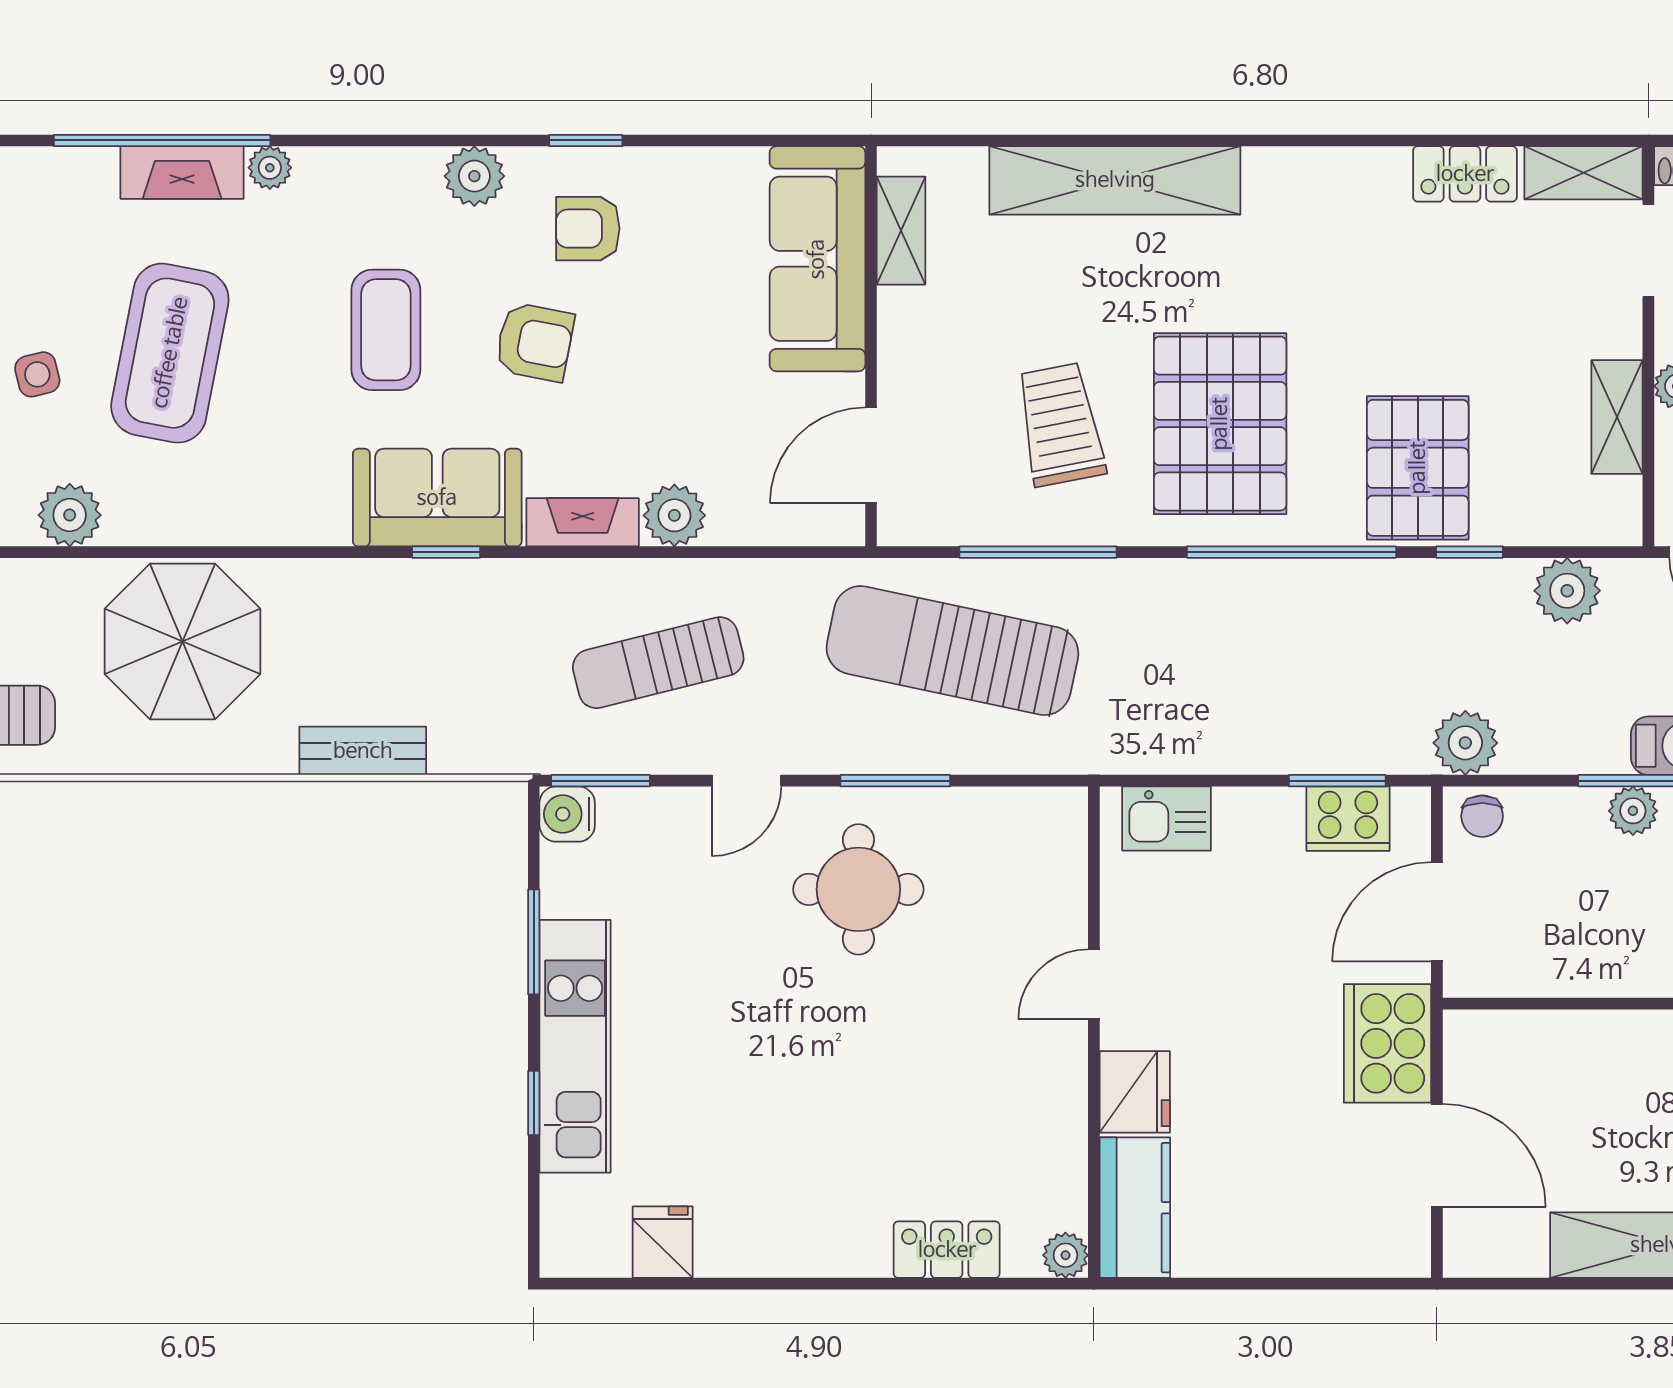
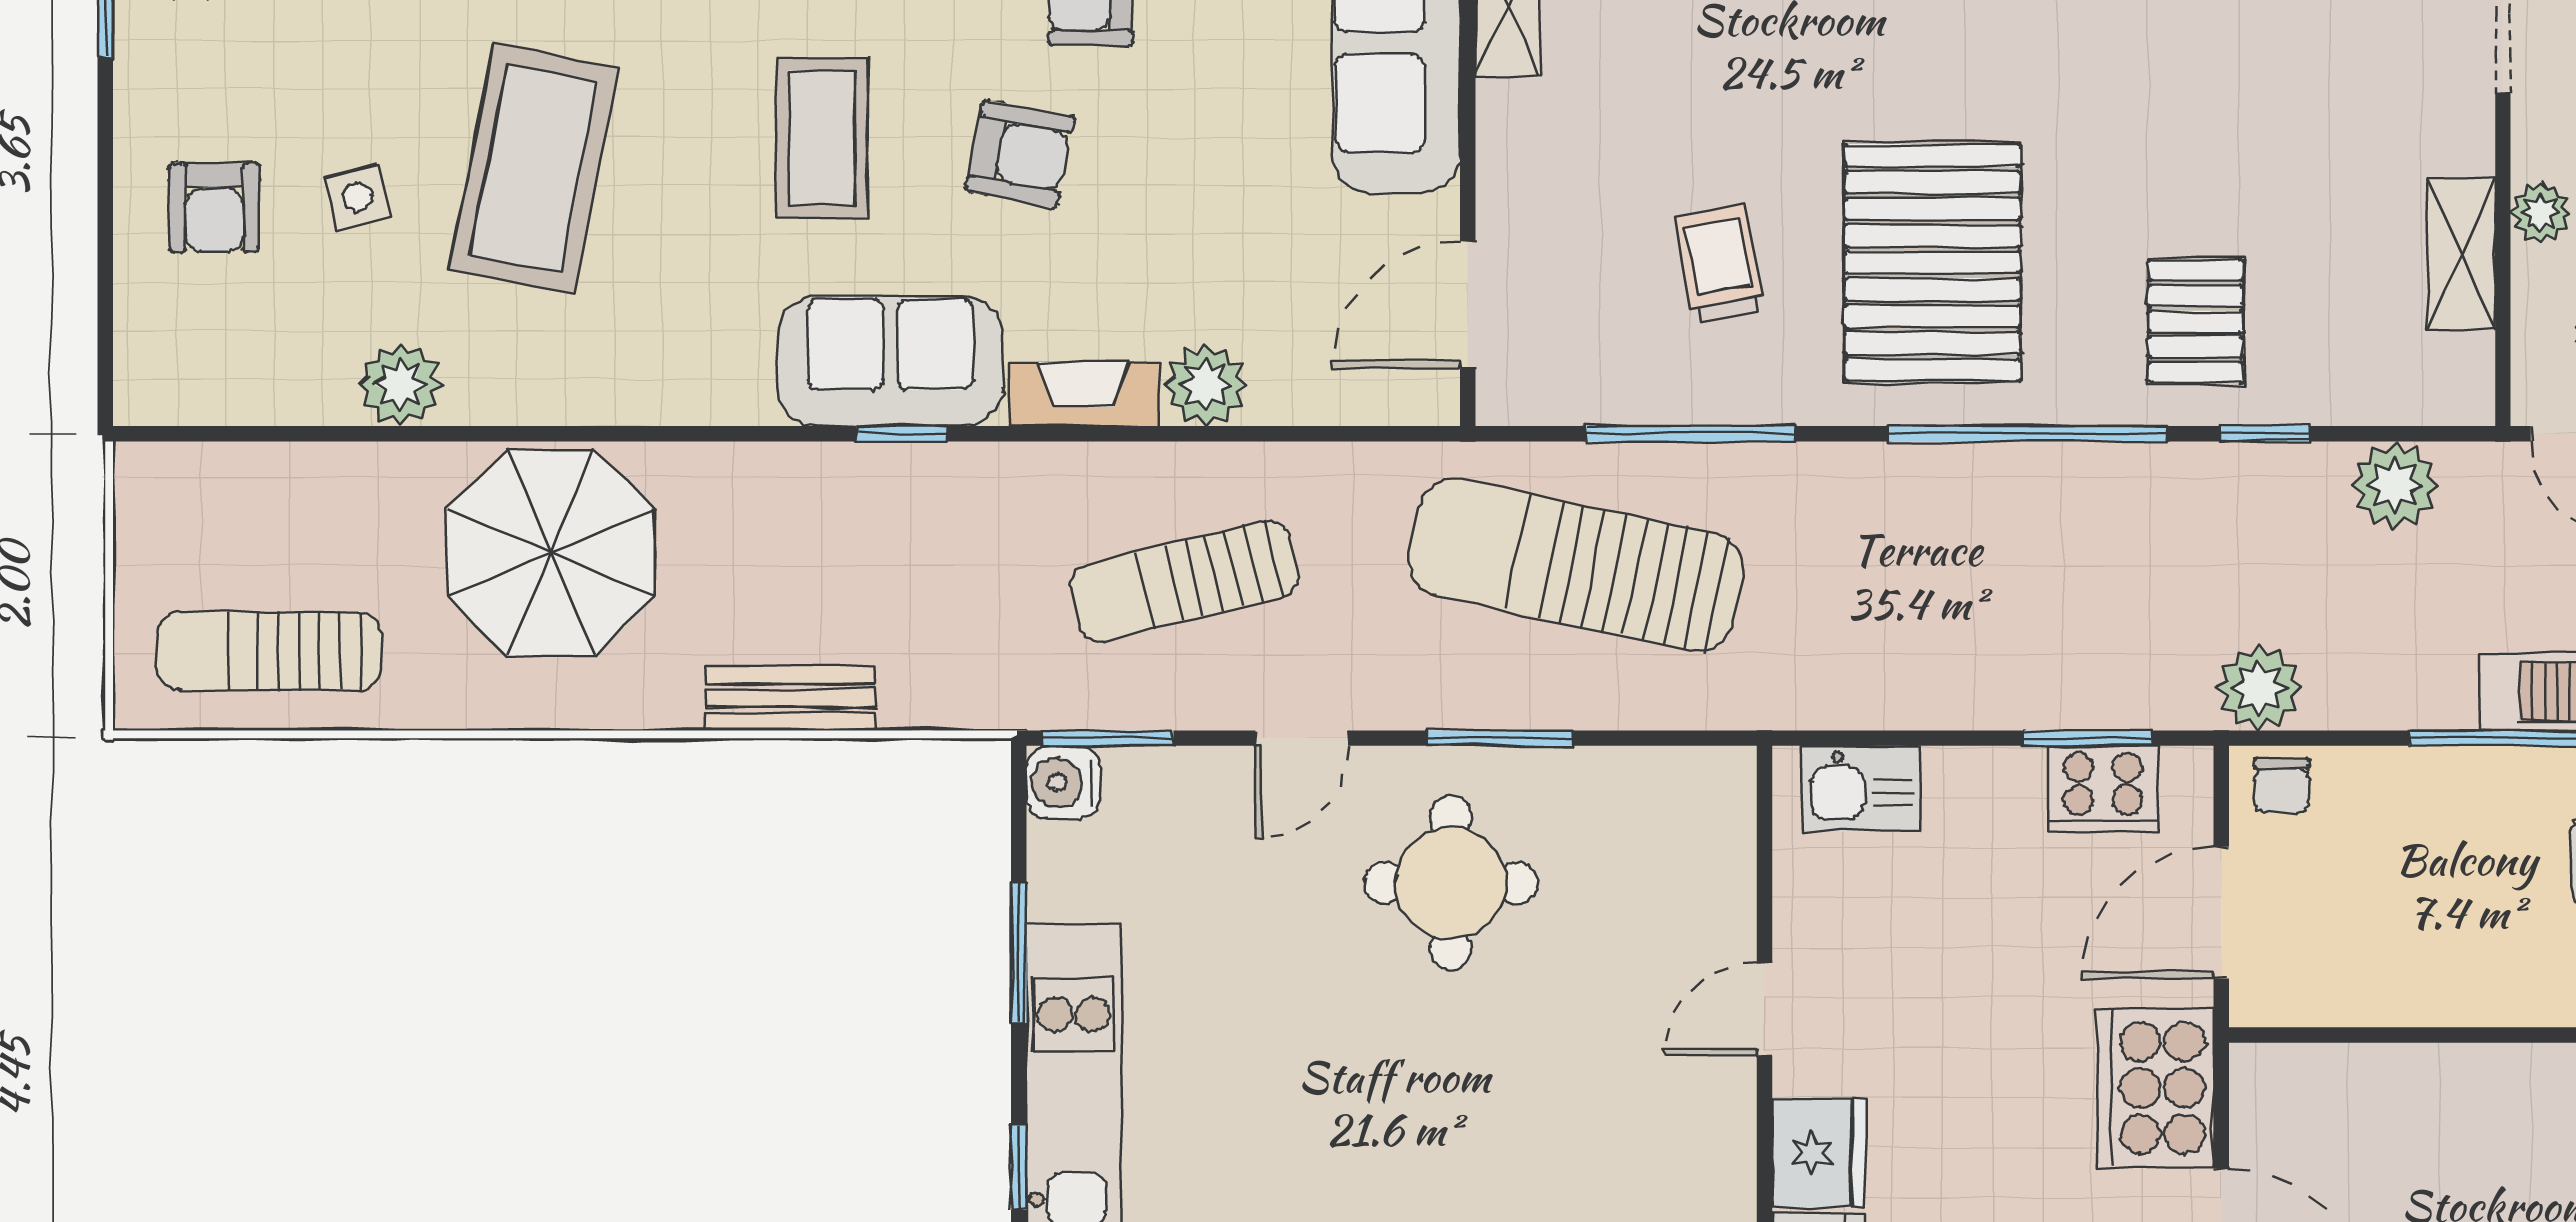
trolley: (1060, 425) -> (1720, 264), width x0.73, depth x0.72
pallet: (1418, 468) -> (2196, 322), width x0.67, depth x0.71
plant: (1633, 811) -> (2482, 778), removed

